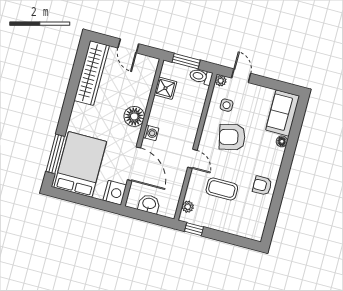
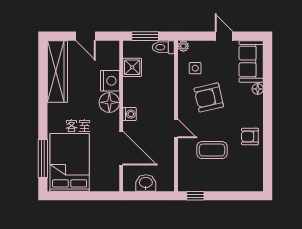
door: (241, 76) -> (224, 36), moved
nightstand: (115, 193) -> (110, 81), moved
plant: (188, 207) -> (184, 176), removed

